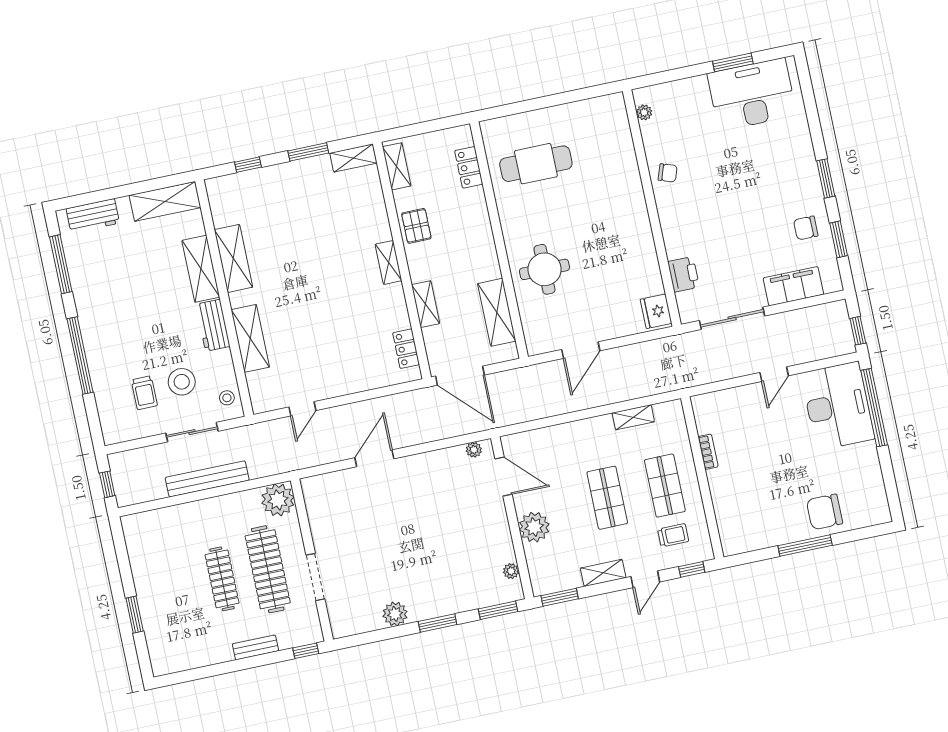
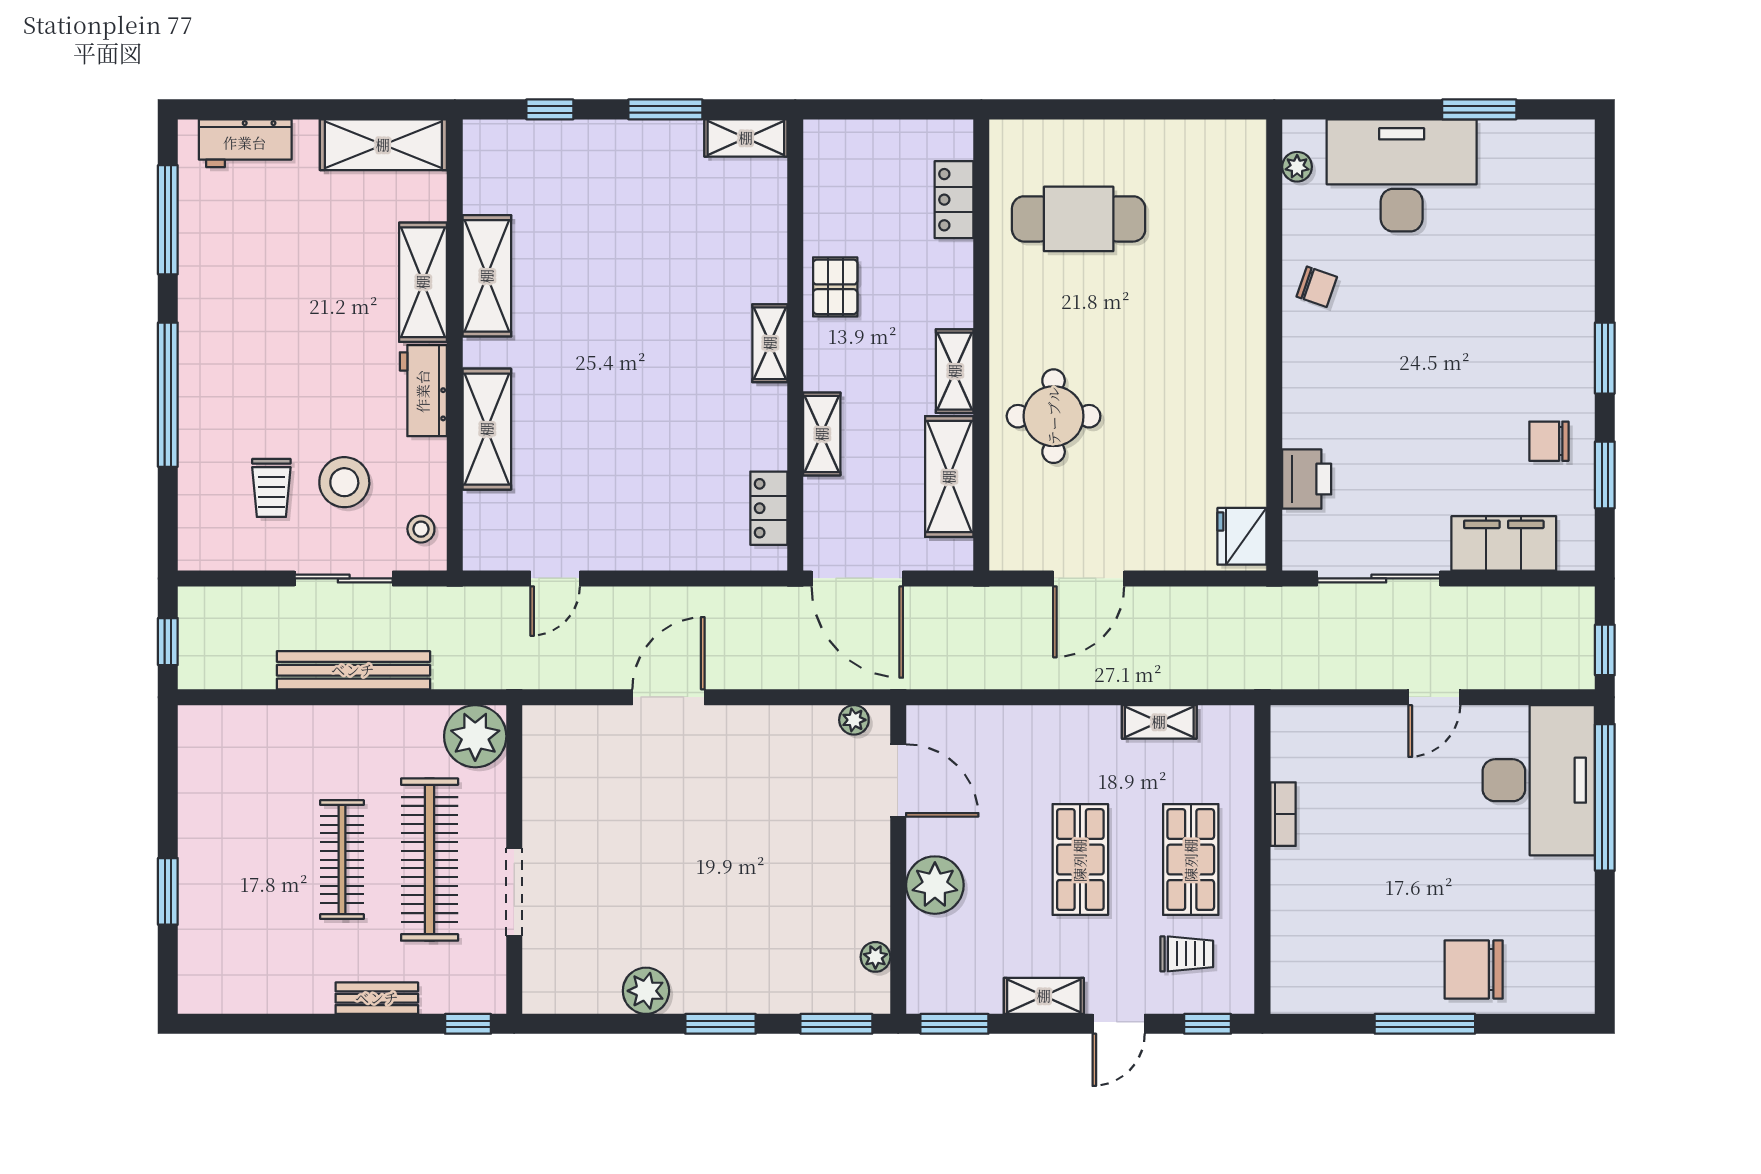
desk: (752, 94) -> (1402, 175), moved
shelving: (397, 166) -> (955, 371), moved

